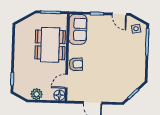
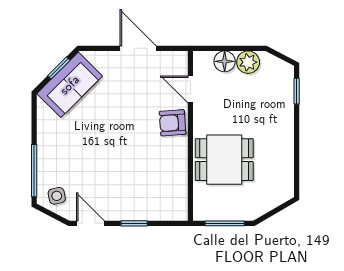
sofa: (78, 29) -> (70, 85), moved, turned -135
dining table: (50, 45) -> (224, 160), width x0.73
door: (66, 81) -> (190, 89), swing flipped
floor lamp: (59, 95) -> (225, 61), moved

